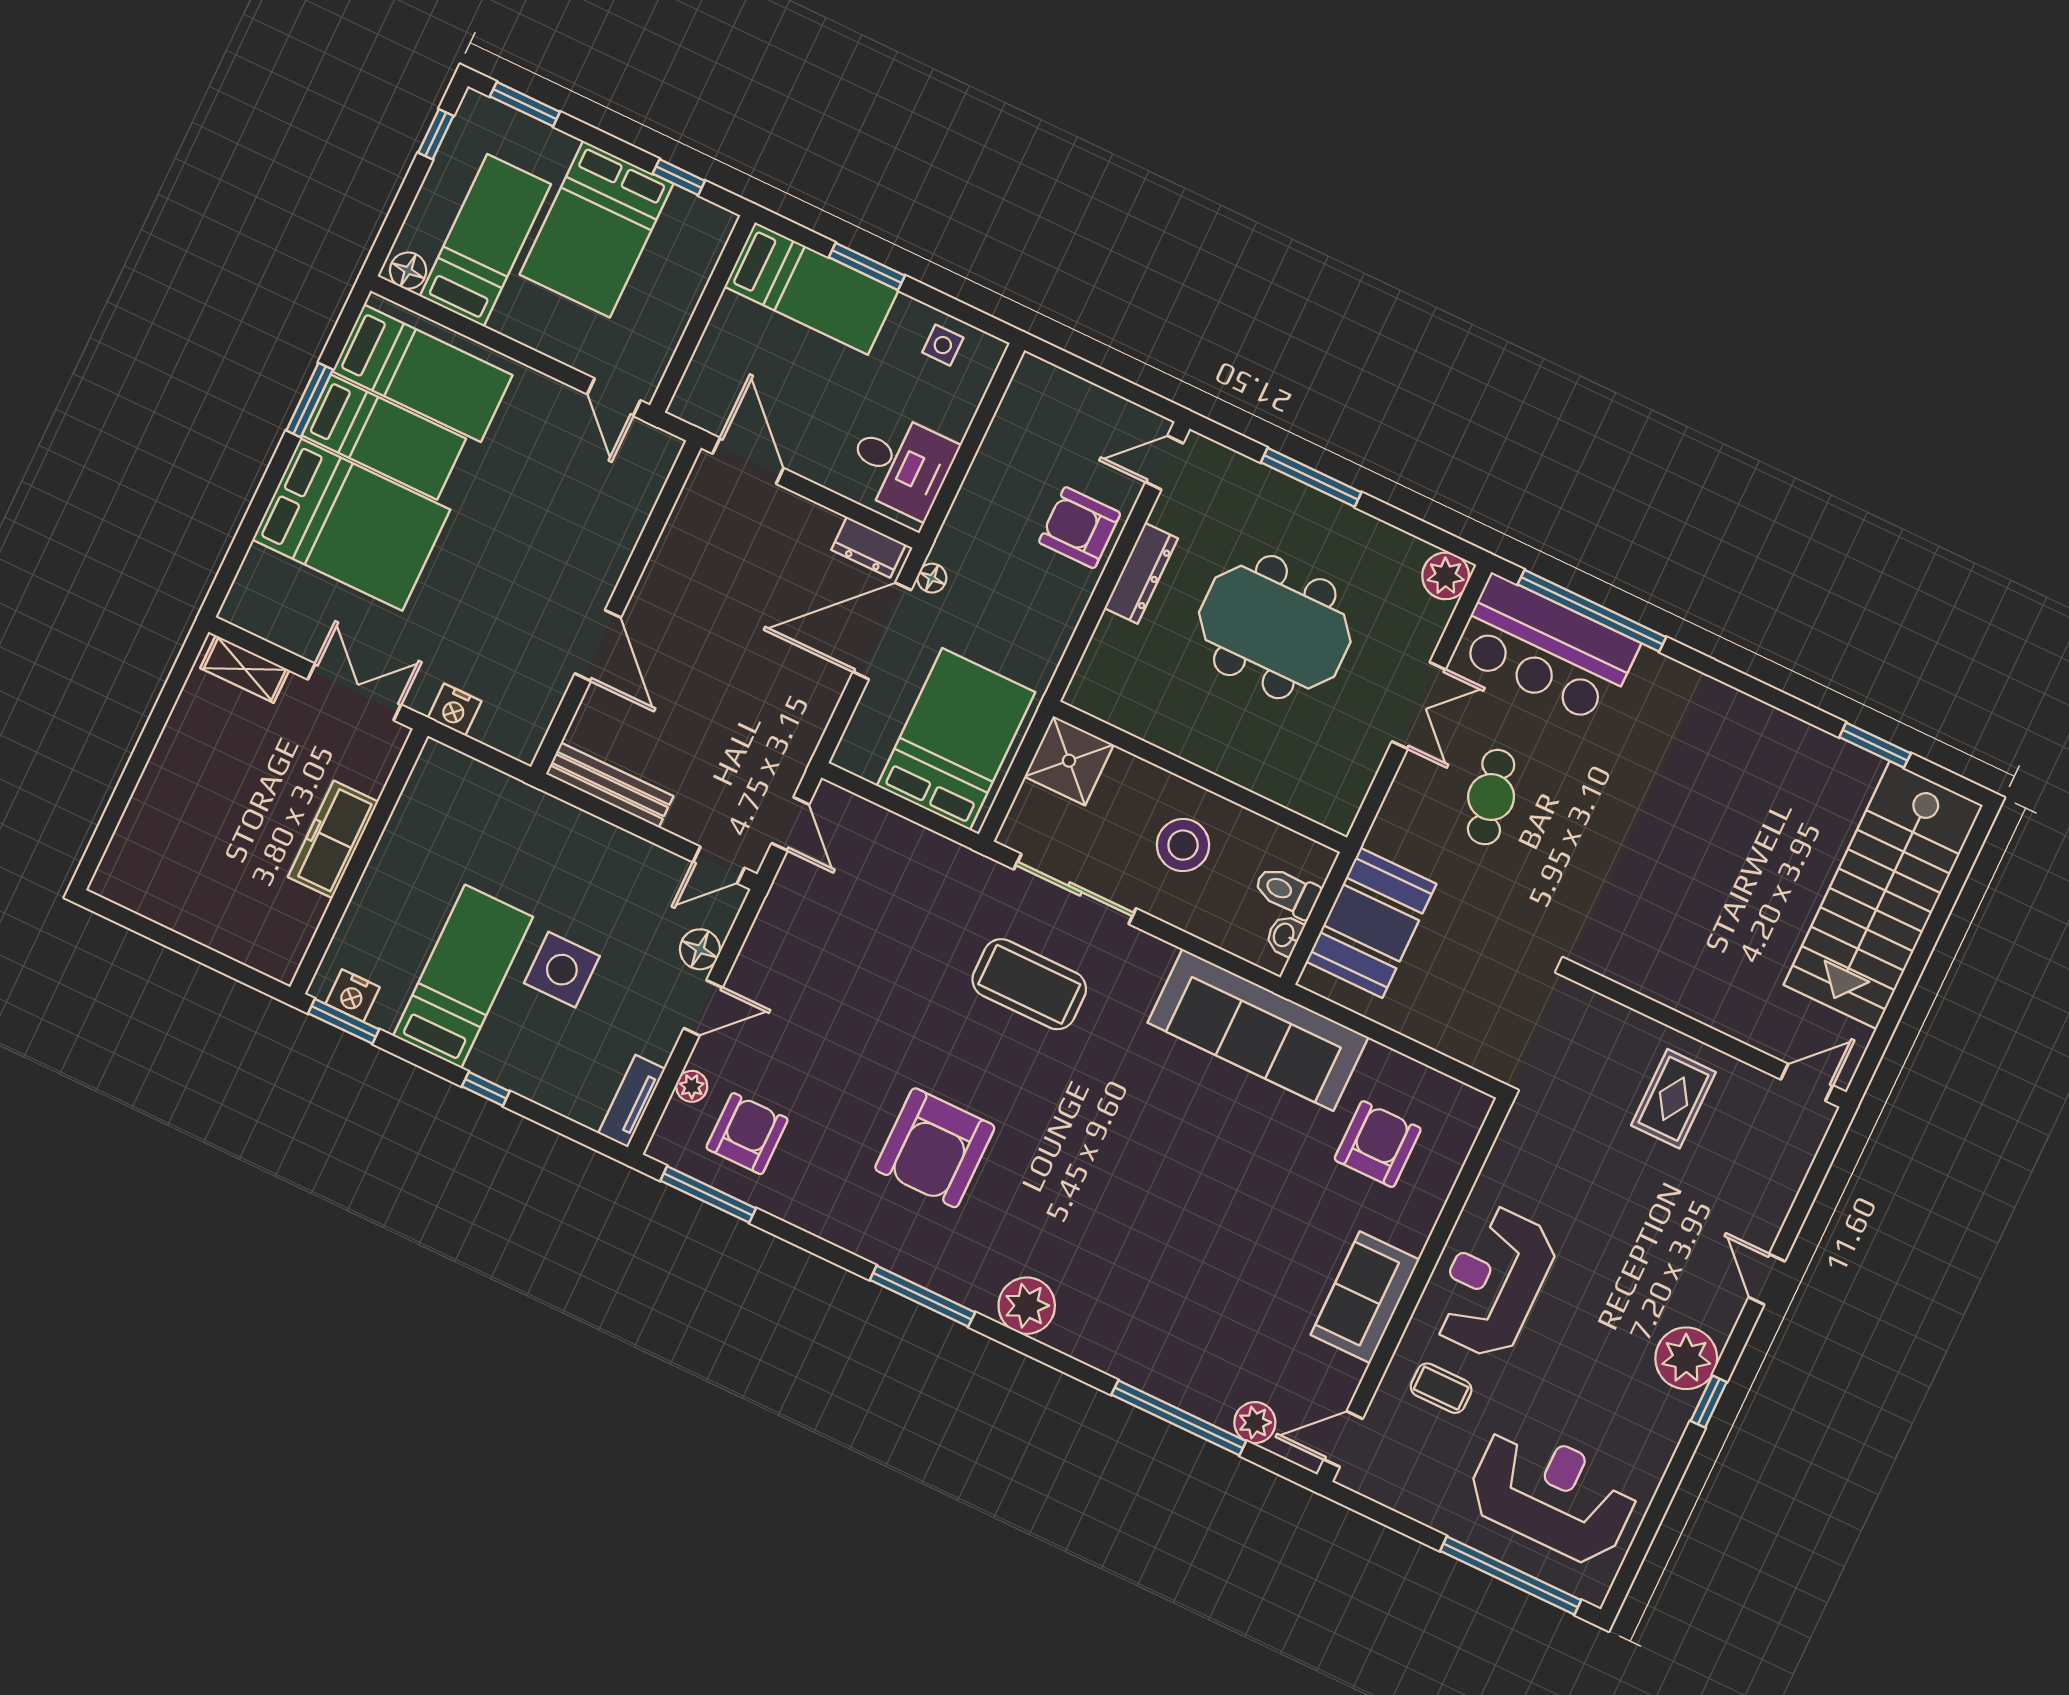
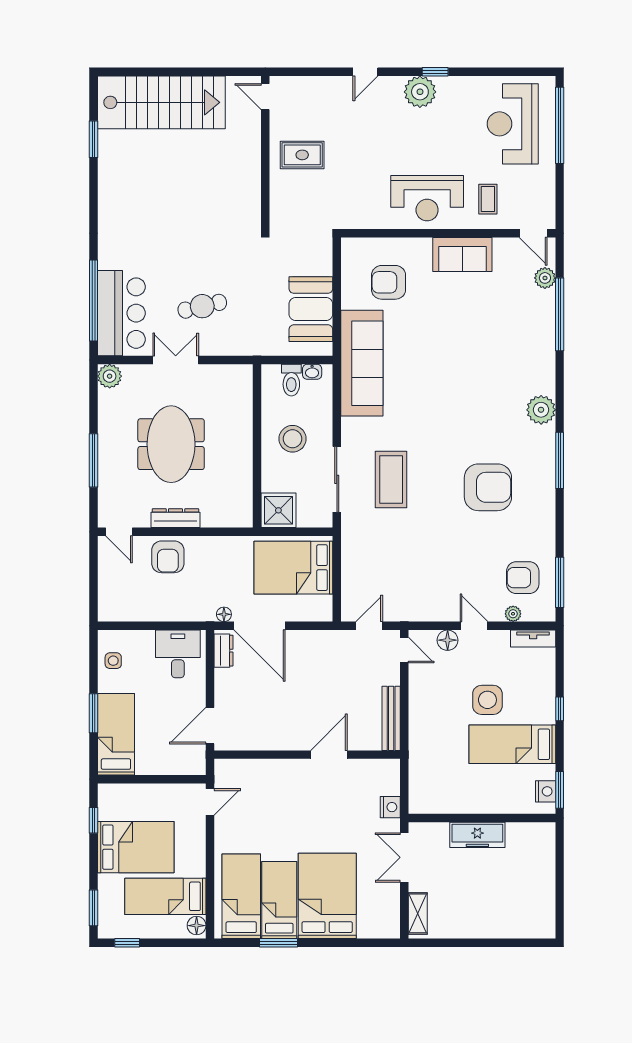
booth: (1371, 923) -> (311, 309), moved, turned 90

